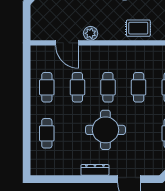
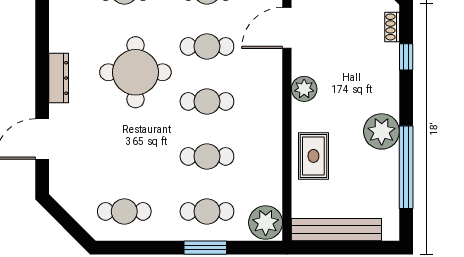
plant: (91, 33) -> (304, 89), moved
round table: (105, 130) -> (135, 72), moved

